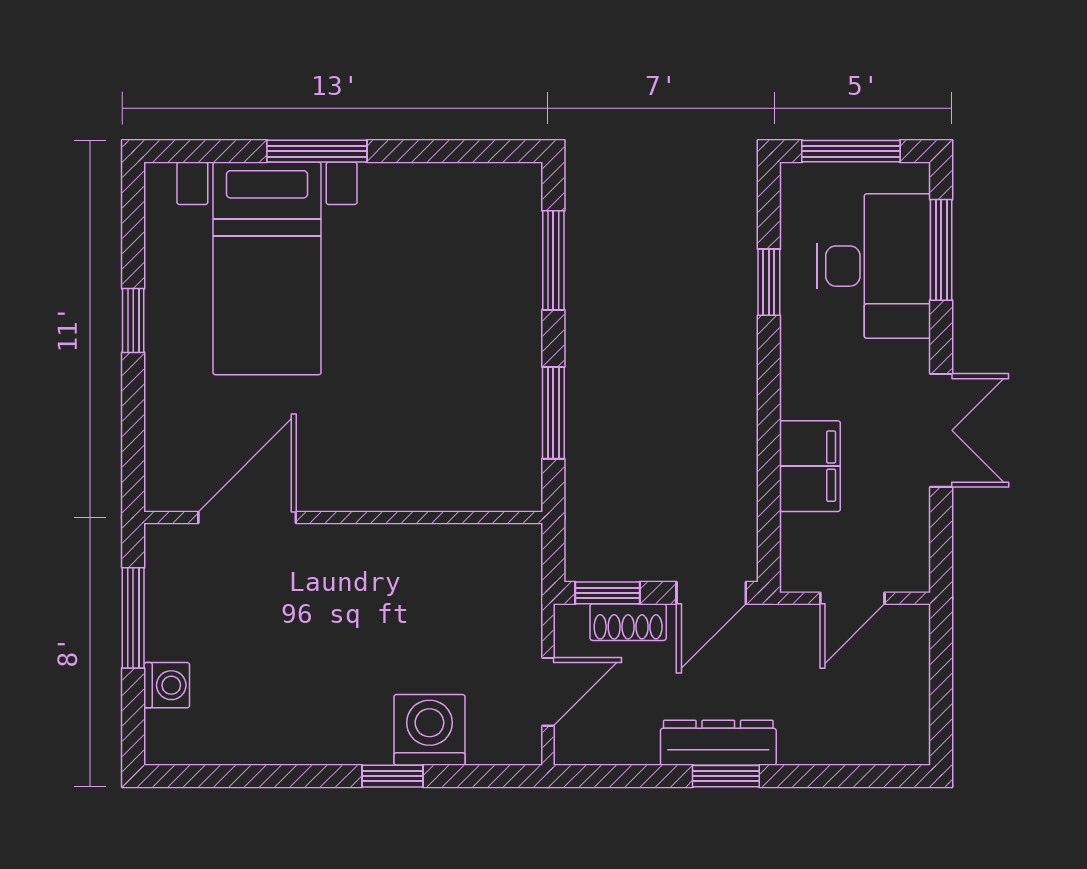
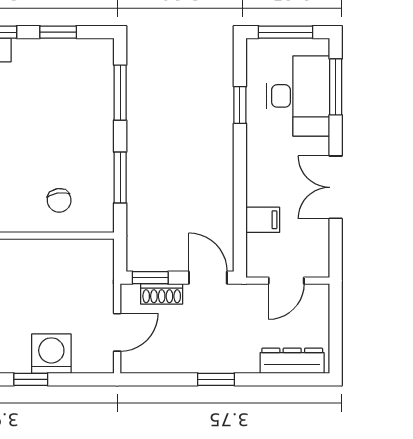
window: (442, 151) -> (58, 32), added
double door: (941, 430) -> (336, 187), swing flipped
chair: (443, 454) -> (59, 200), added
filing cabinet: (810, 466) -> (263, 220), width x0.50
door: (711, 593) -> (208, 278), swing flipped
dresser: (718, 743) -> (292, 361), moved

